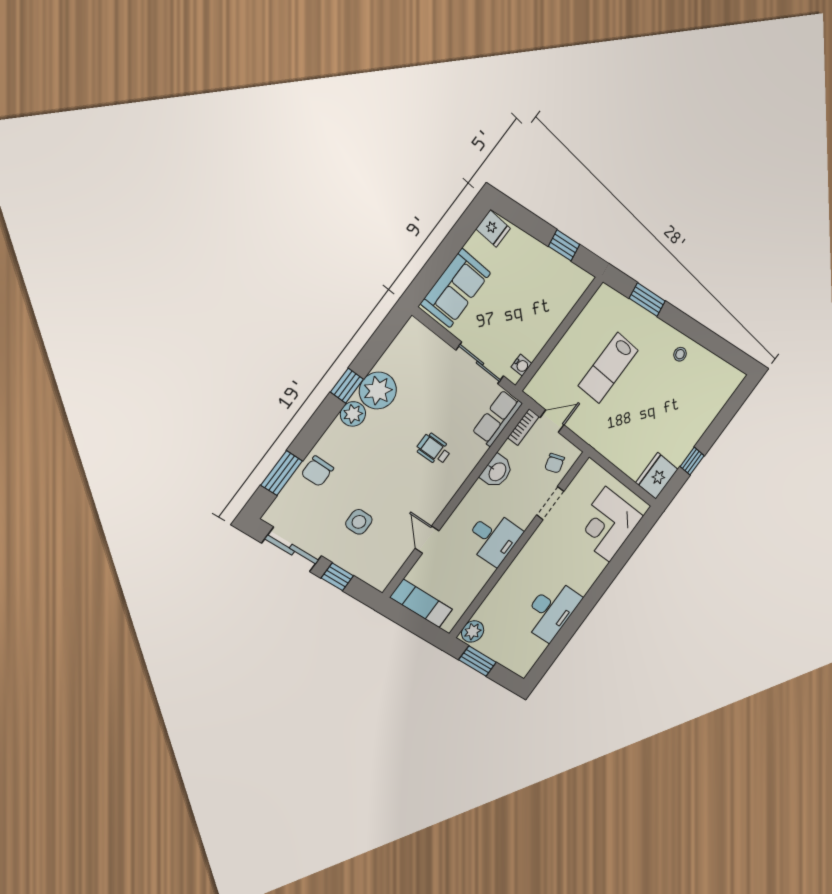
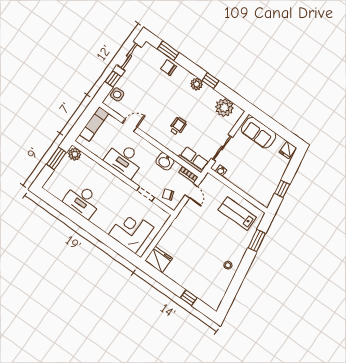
lab bench: (608, 368) -> (237, 214), moved
plant: (378, 391) -> (224, 108), moved
window: (692, 461) -> (189, 298), moved
side table: (359, 522) -> (117, 94), moved
desk: (493, 538) -> (124, 160), width x1.37

